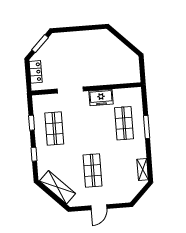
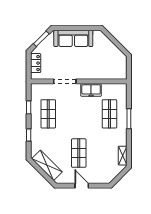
sofa: (76, 41) -> (73, 38), added
door: (99, 207) -> (82, 186), swing flipped

